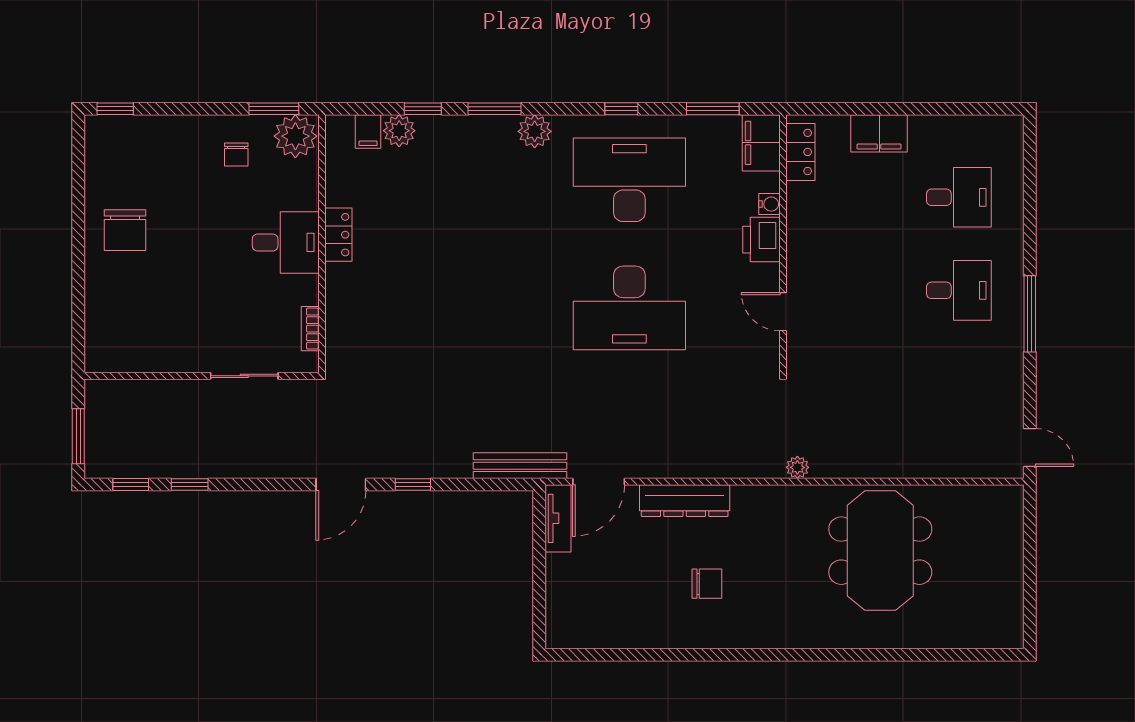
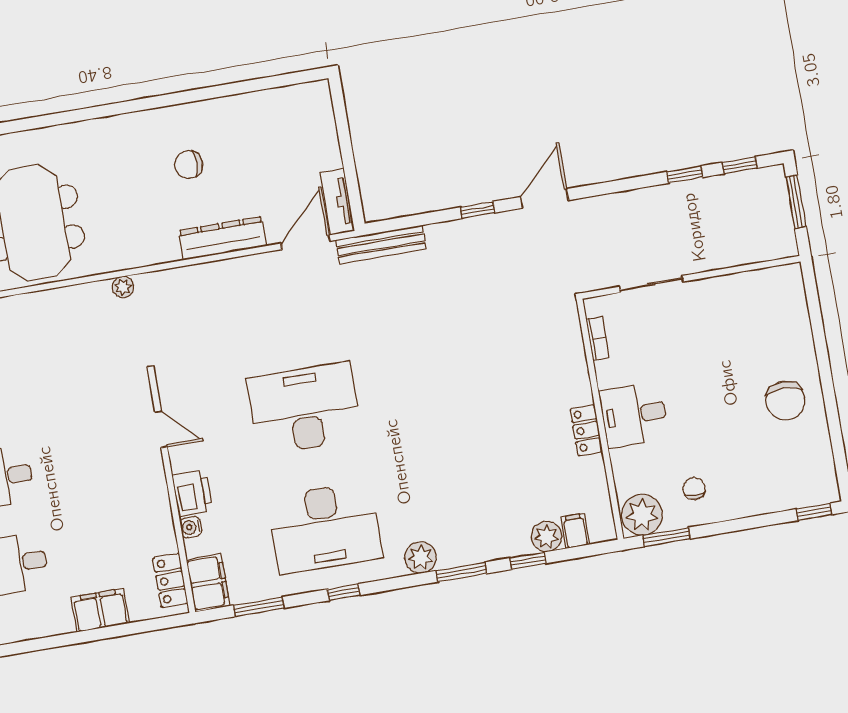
chair: (125, 230) -> (785, 401), turned 180

